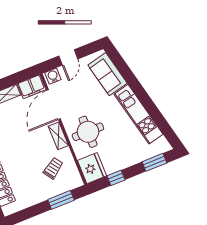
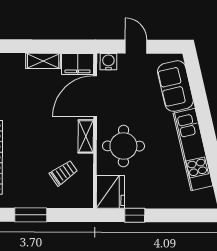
door: (68, 57) -> (136, 47), swing flipped
window: (154, 162) -> (189, 215), removed
window: (61, 200) -> (31, 215), moved

